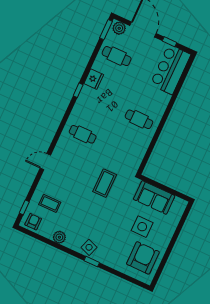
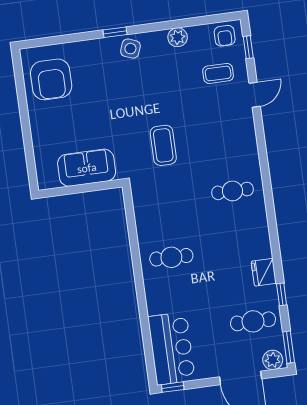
window: (169, 42) -> (173, 387), moved
window: (78, 90) -> (282, 294), moved
door: (45, 162) -> (255, 95), moved
side table: (142, 227) -> (78, 120), removed

